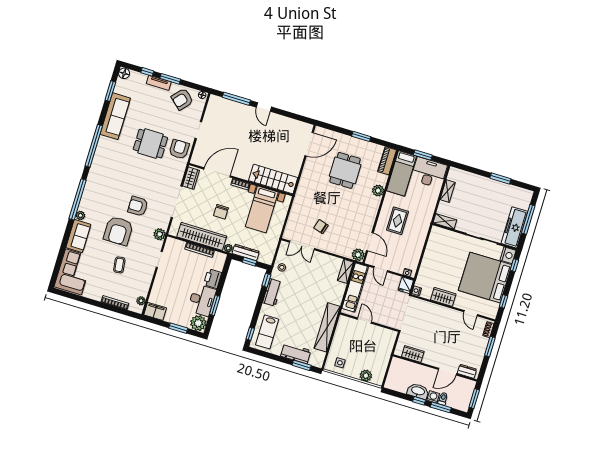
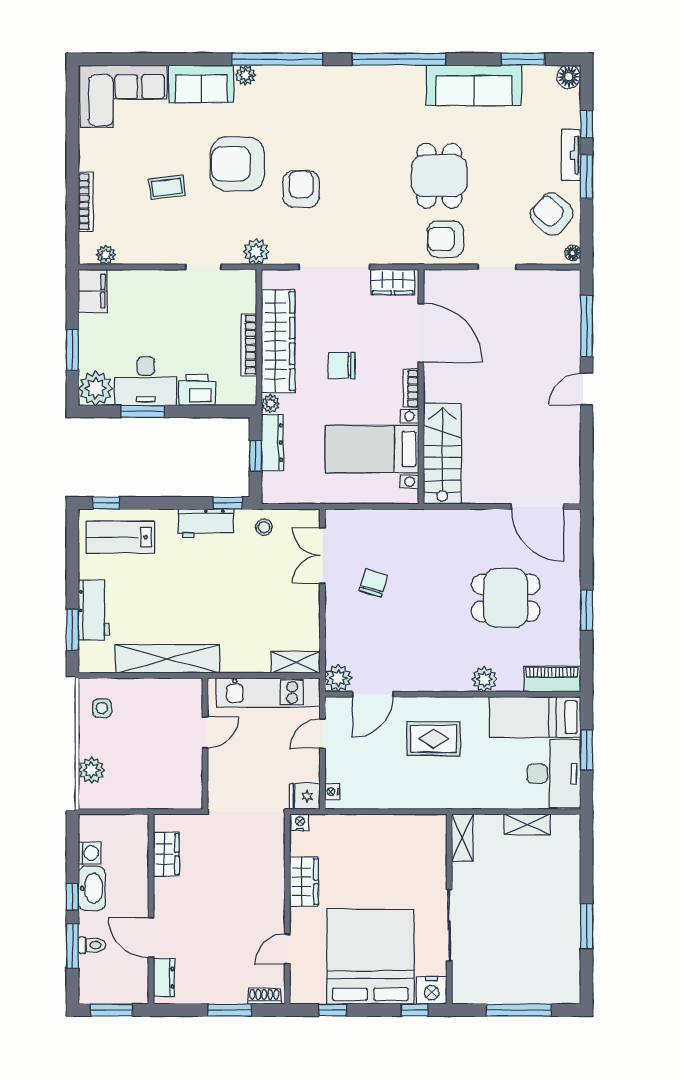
armchair: (179, 149) -> (445, 239), turned 180
freezer: (514, 227) -> (493, 986), removed
washing machine: (433, 397) -> (90, 853), moved

